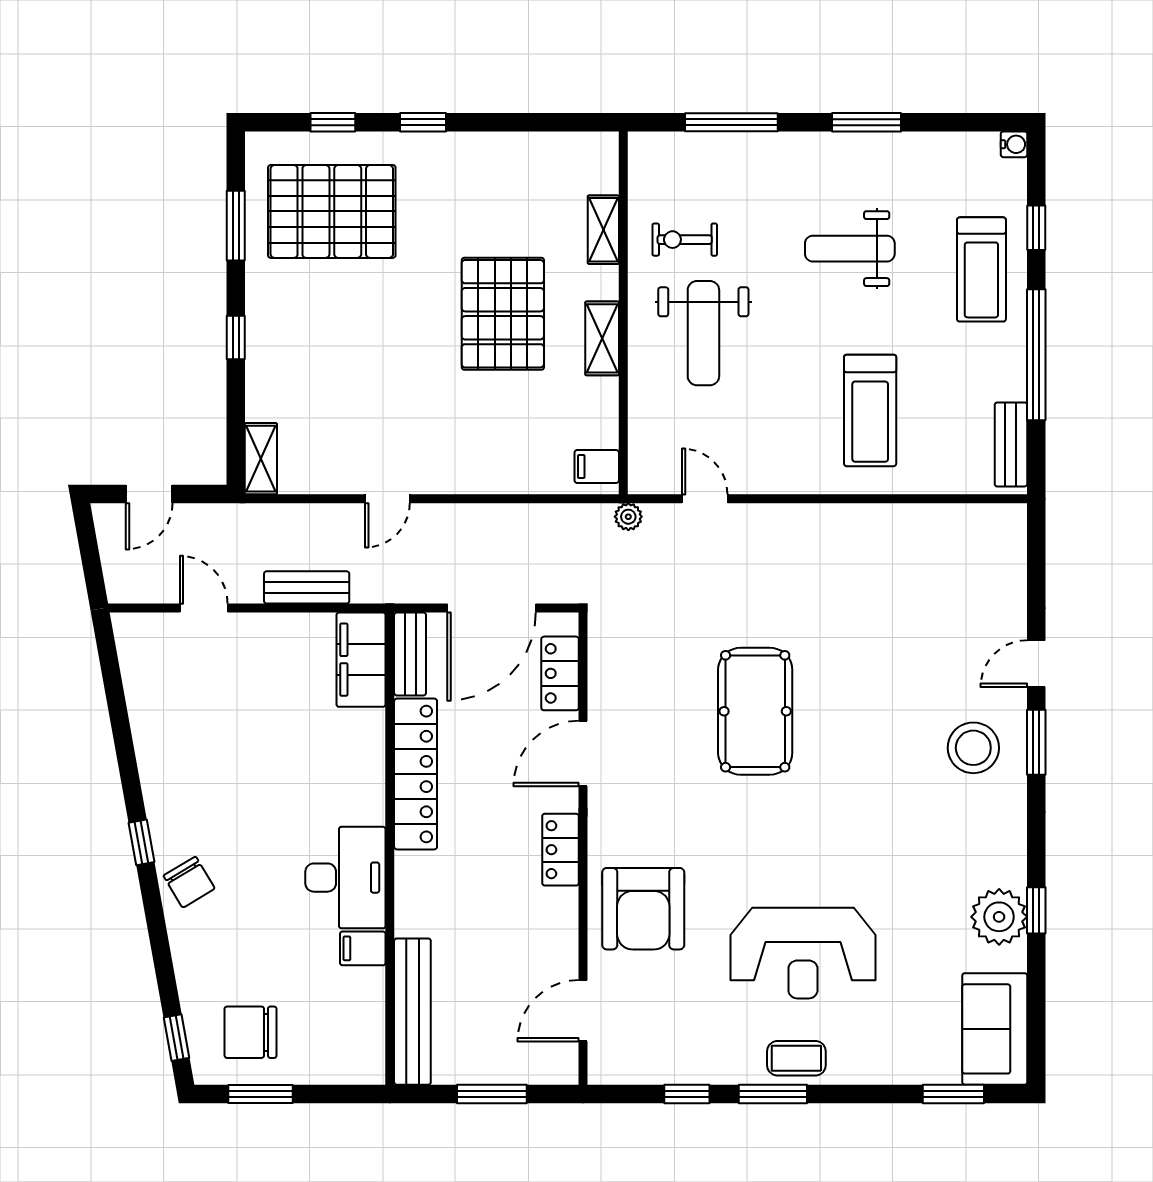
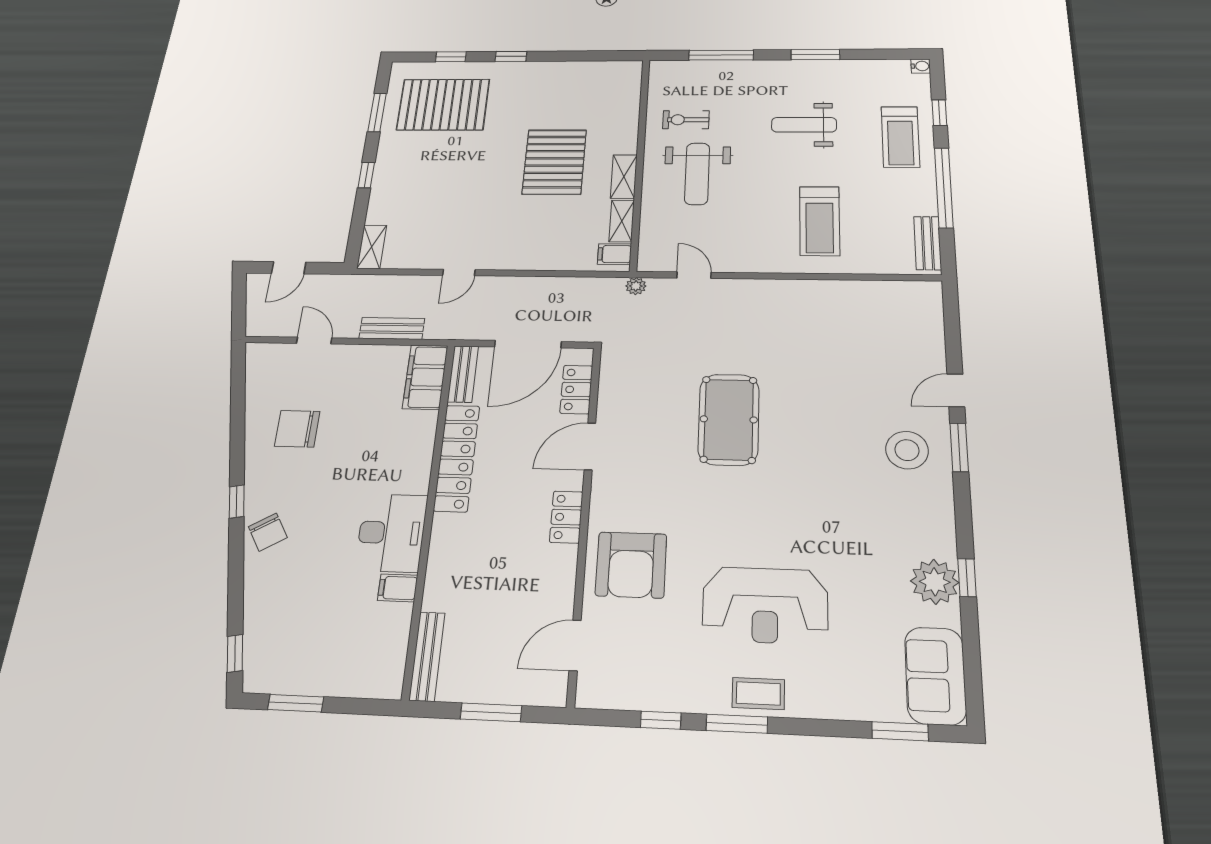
shelving: (603, 230) -> (622, 221), moved
bench: (412, 1012) -> (427, 656), width x0.73, depth x0.82
chair: (250, 1032) -> (297, 429), moved

